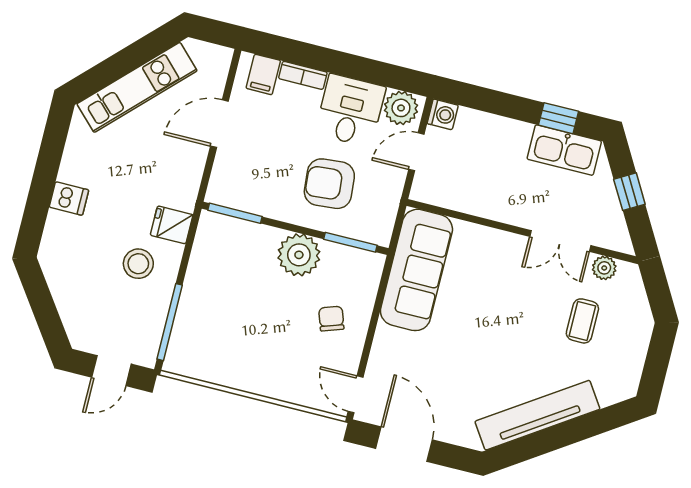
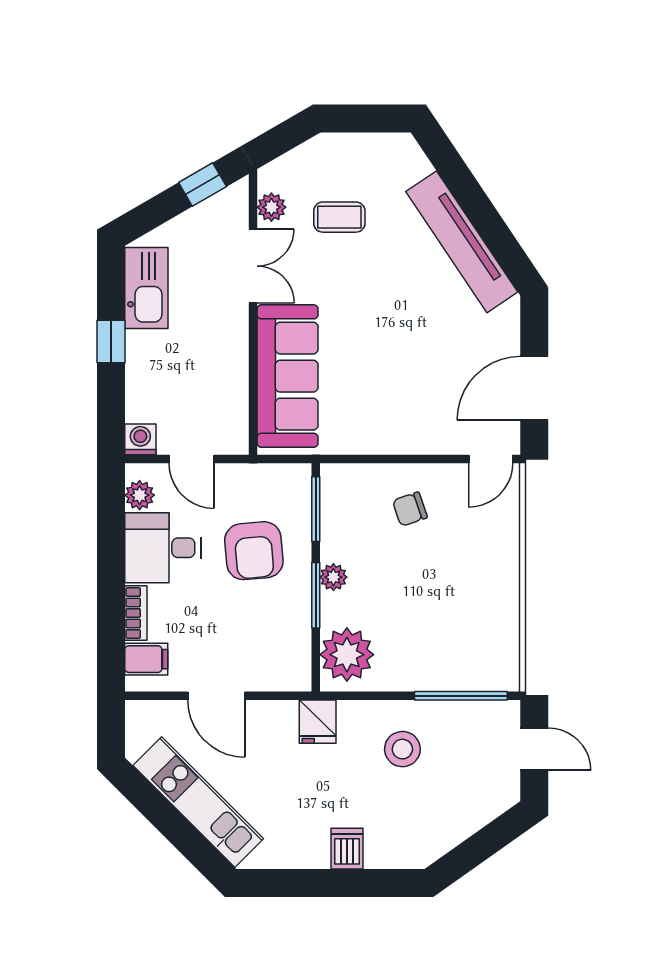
plant: (401, 108) -> (140, 495), width x0.73, depth x0.73
window: (559, 118) -> (111, 341), moved
window: (629, 192) -> (203, 185), moved
window: (235, 213) -> (316, 595), moved
fridge: (172, 225) -> (318, 722), moved
plant: (226, 238) -> (347, 655), added
plant: (299, 255) -> (333, 577), width x0.53, depth x0.53
sofa: (416, 270) -> (288, 376), moved, turned 90

